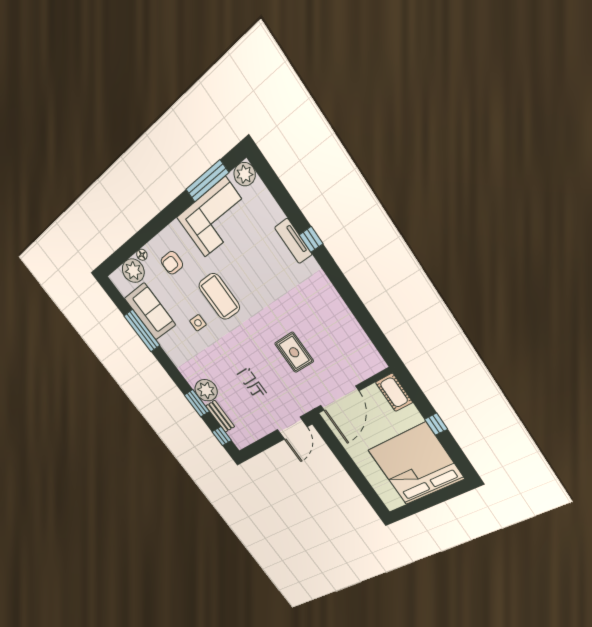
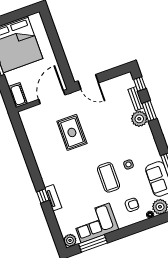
rug: (294, 352) -> (72, 132), width x1.36, depth x1.43
door: (292, 428) -> (88, 82), swing flipped

